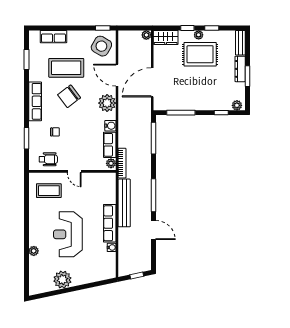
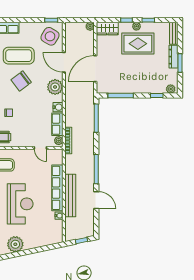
door: (74, 171) -> (40, 148), moved
bench: (124, 203) -> (70, 195), moved
row of seats: (110, 223) -> (57, 188), width x1.36
reception desk: (68, 234) -> (20, 204), turned 180

